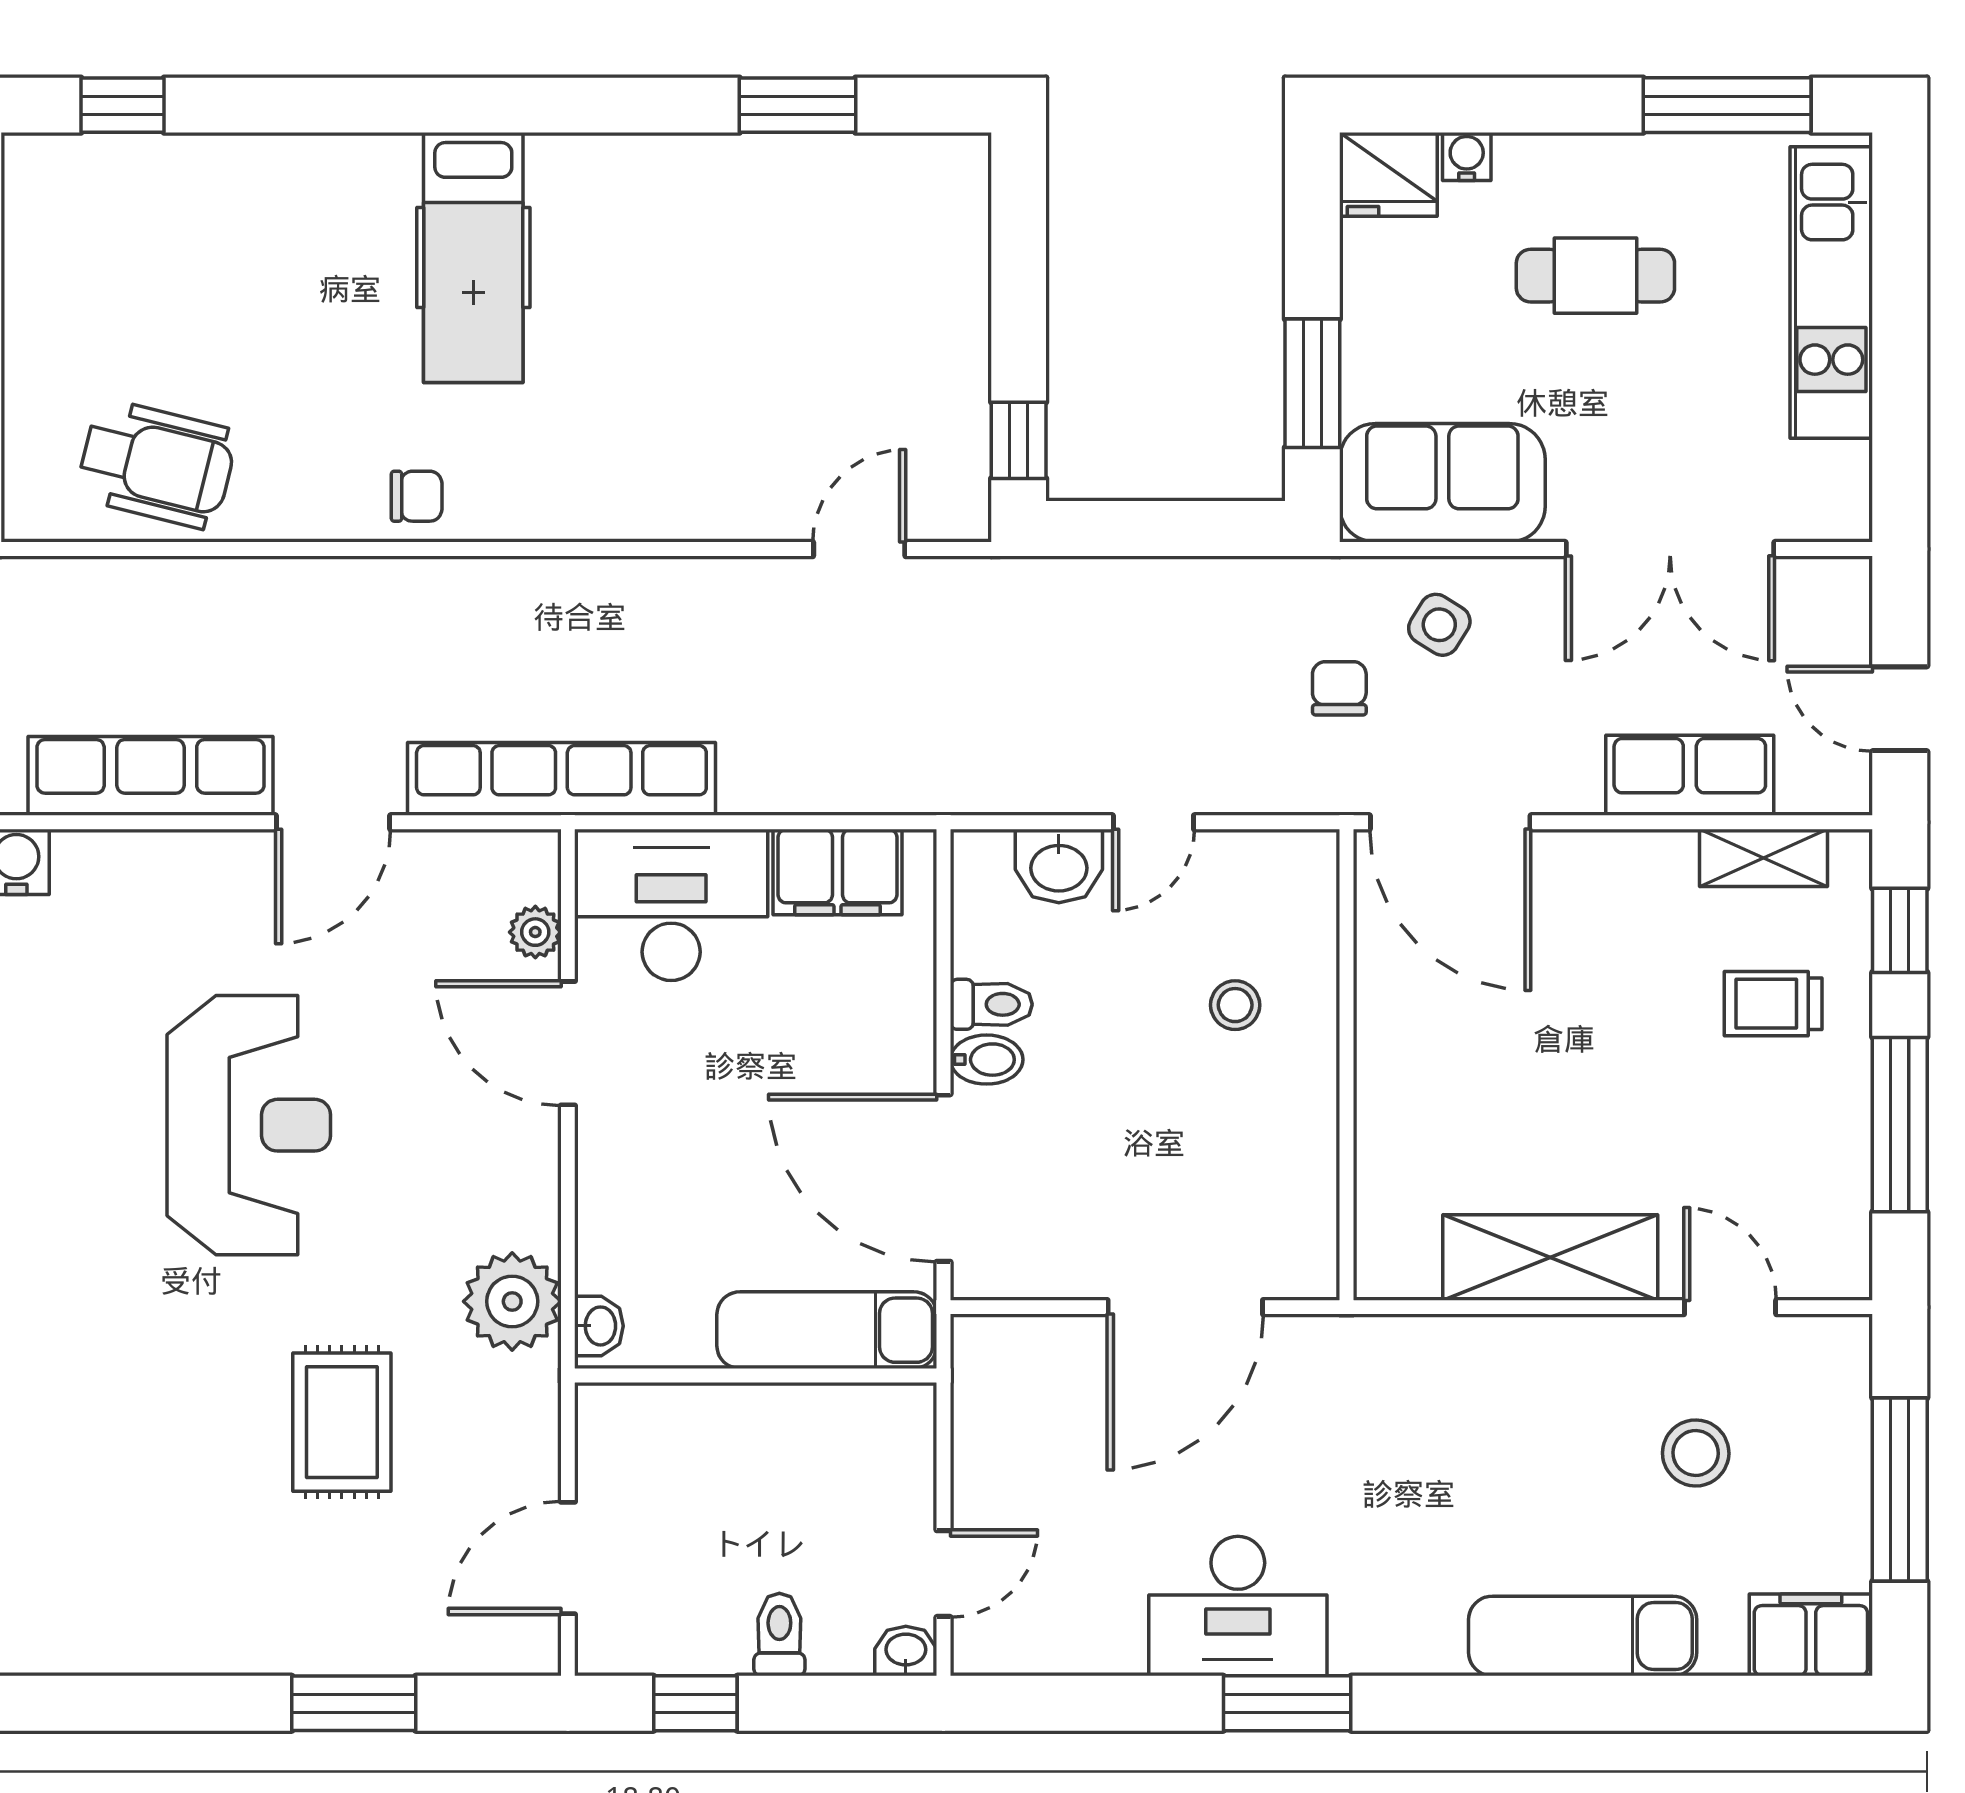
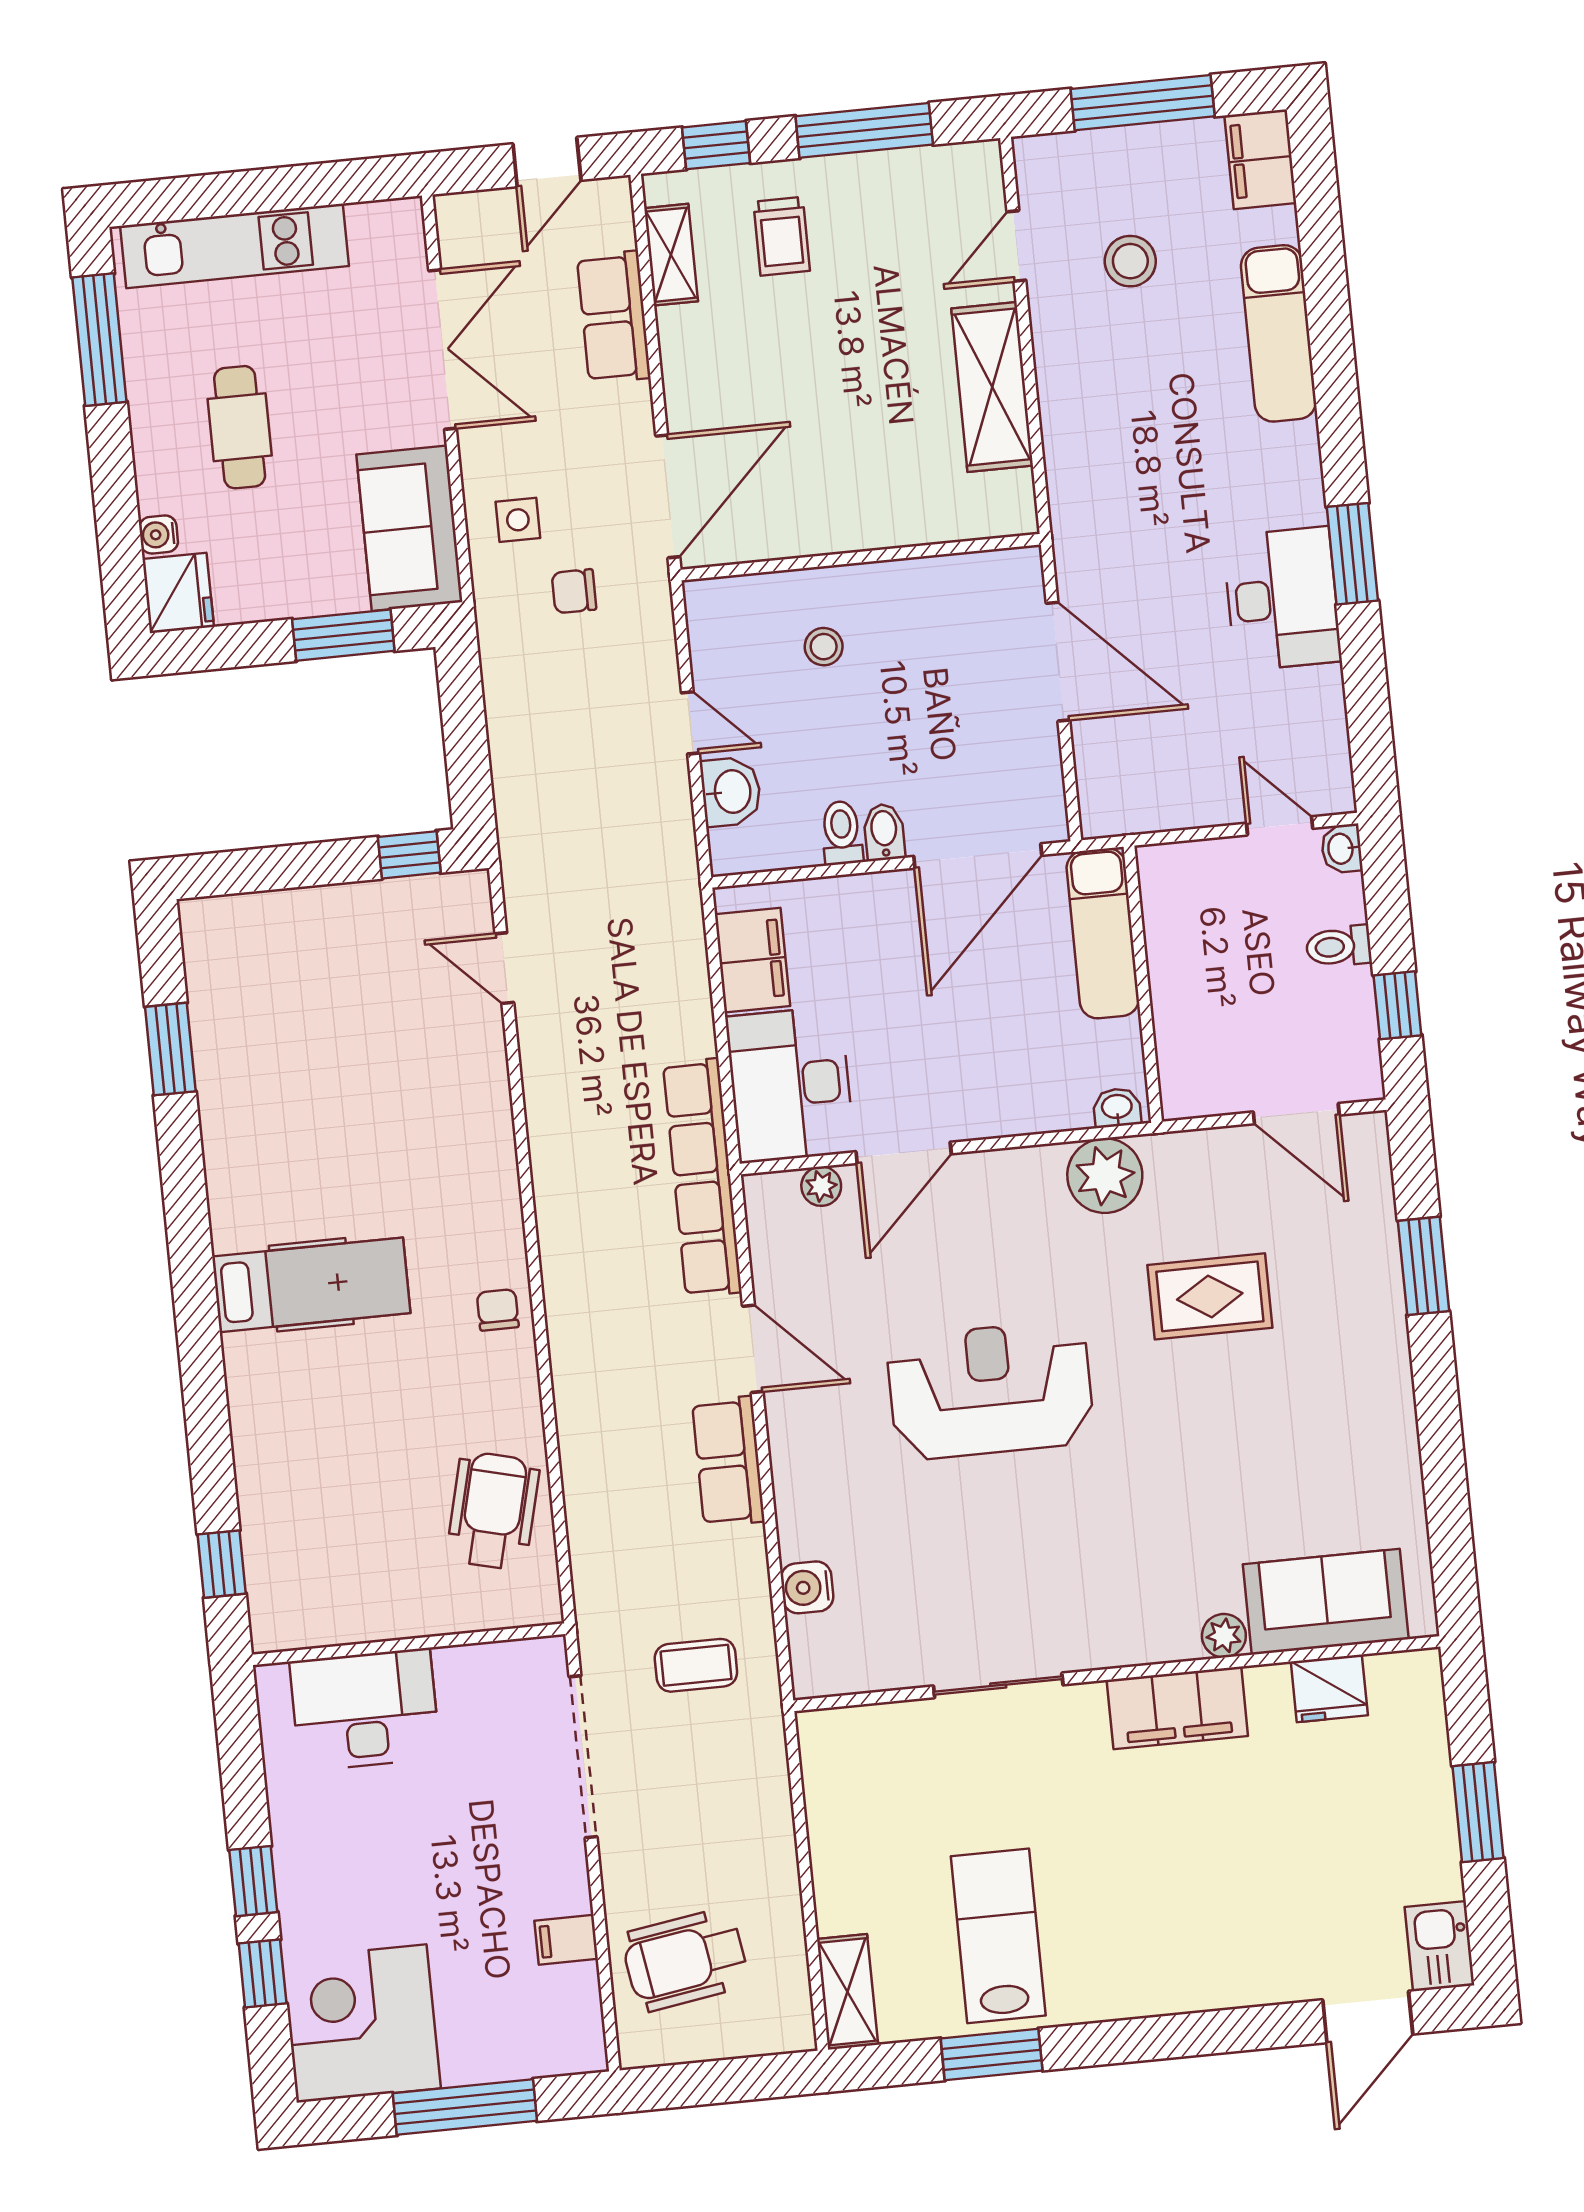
side table: (1439, 625) -> (518, 520), turned -32
row of seats: (150, 776) -> (728, 1461), width x0.68

